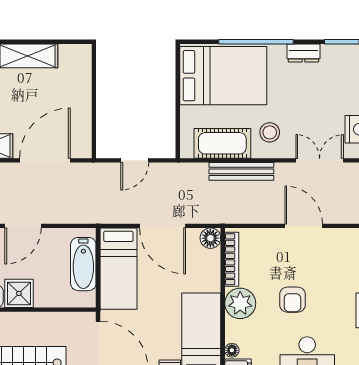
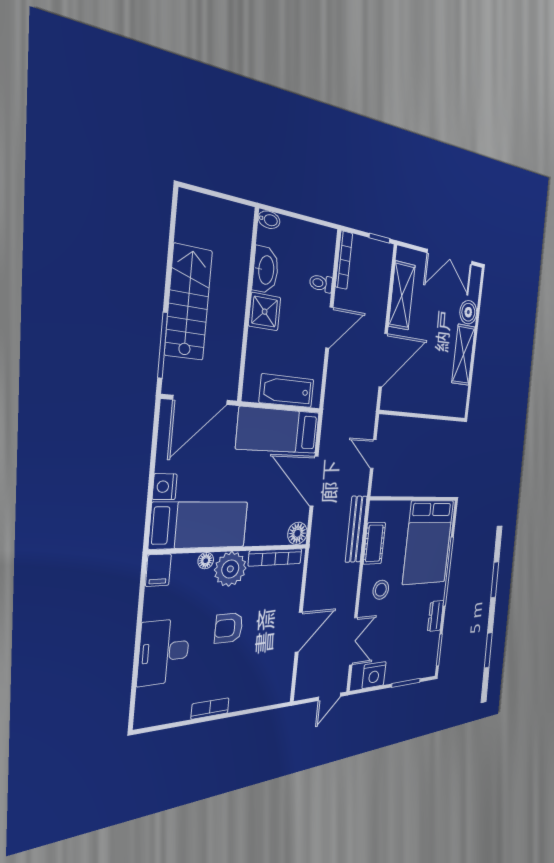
cot: (222, 143) -> (374, 543), width x0.73, depth x0.75
door: (45, 160) -> (383, 360), hinge flipped
bench: (241, 171) -> (356, 529), moved
door: (23, 226) -> (329, 328), swing flipped
door: (162, 226) -> (314, 481), hinge flipped
floor lamp: (232, 350) -> (206, 561), moved

